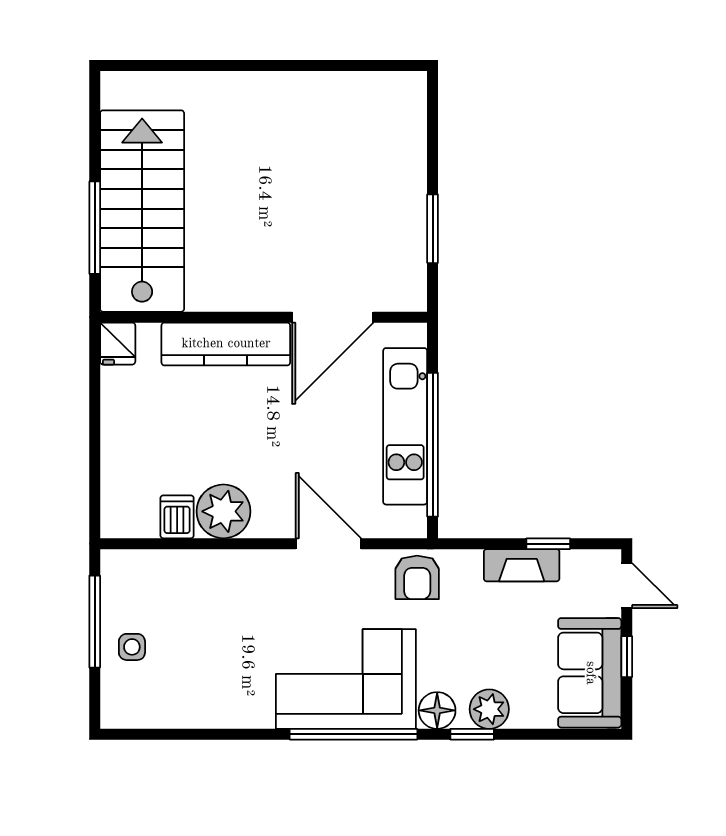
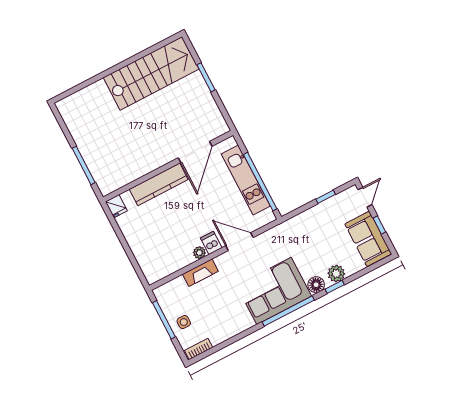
stairs: (142, 211) -> (151, 73), moved, turned 90
window: (433, 229) -> (206, 77), moved
plant: (223, 511) -> (199, 253), width x0.53, depth x0.53
dishwasher: (177, 517) -> (211, 243), moved
fireplace: (522, 565) -> (200, 273), moved
armchair: (417, 577) -> (281, 237), removed
door: (627, 586) -> (365, 197), hinge flipped
bookcase: (134, 717) -> (199, 349), added

